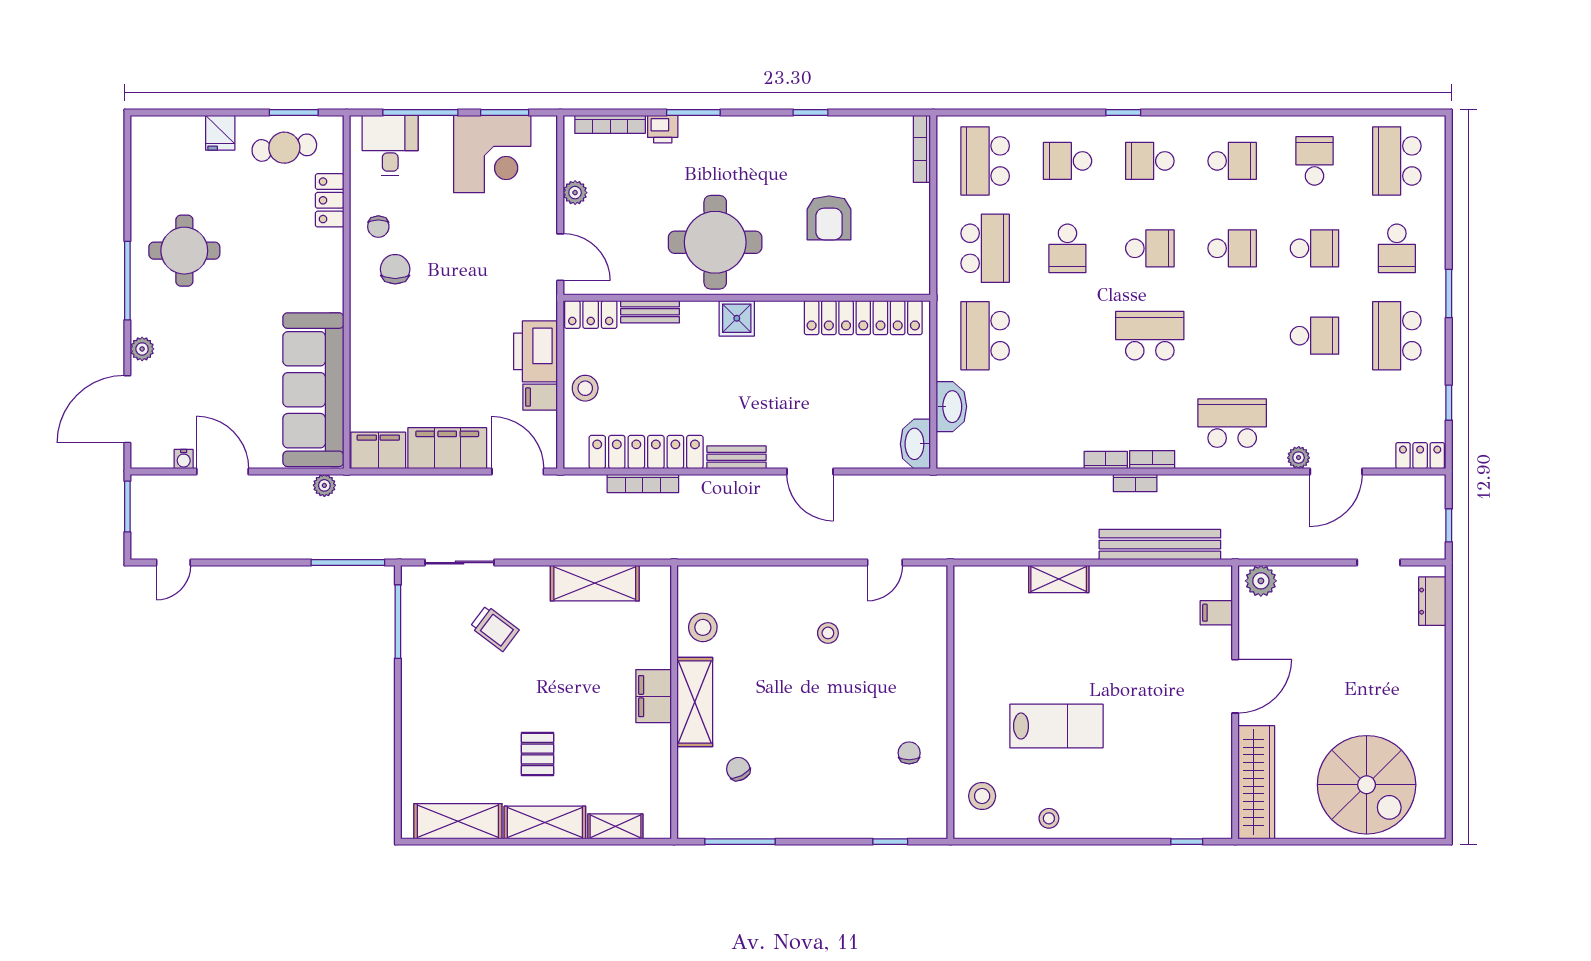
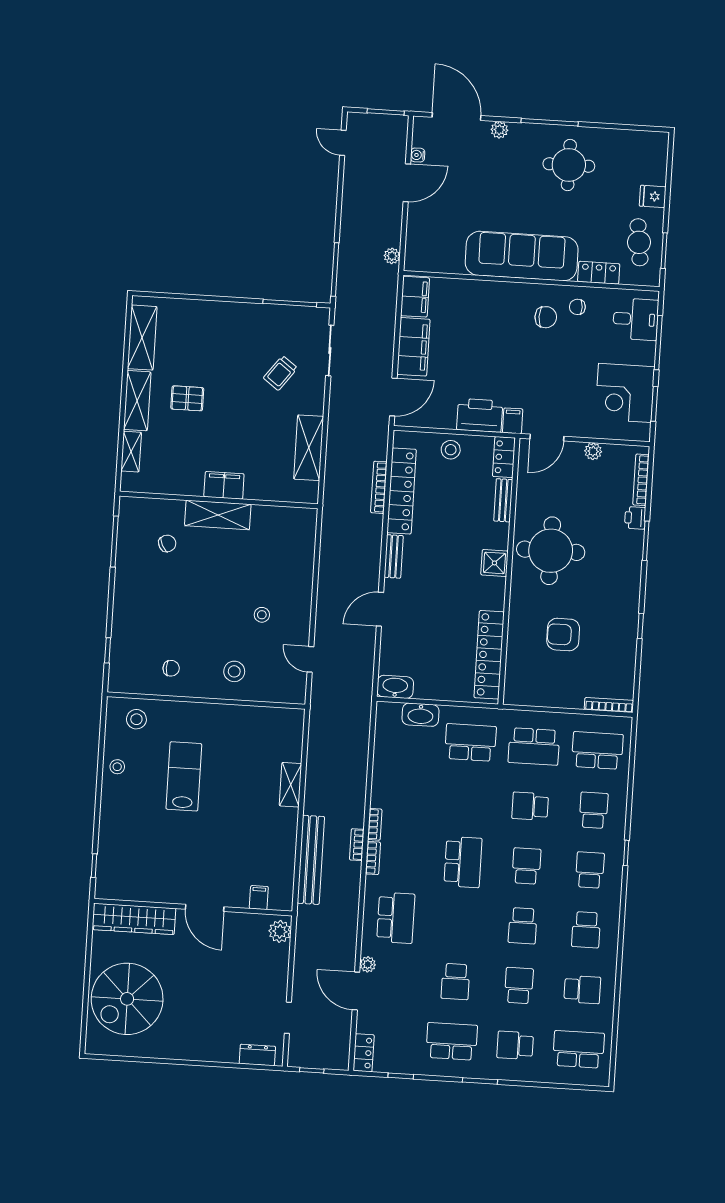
school desk: (1150, 248) -> (526, 866), turned 180
school desk: (1314, 248) -> (519, 986), turned 180
sofa: (313, 390) -> (522, 256), moved
filing cabinet: (540, 397) -> (513, 421), moved
stool: (703, 627) -> (234, 671), moved
lab bench: (1056, 726) -> (184, 776), turned 180

